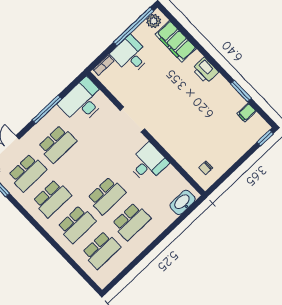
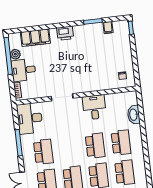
plant: (154, 21) -> (15, 54), moved
washbasin: (183, 202) -> (134, 115), moved

